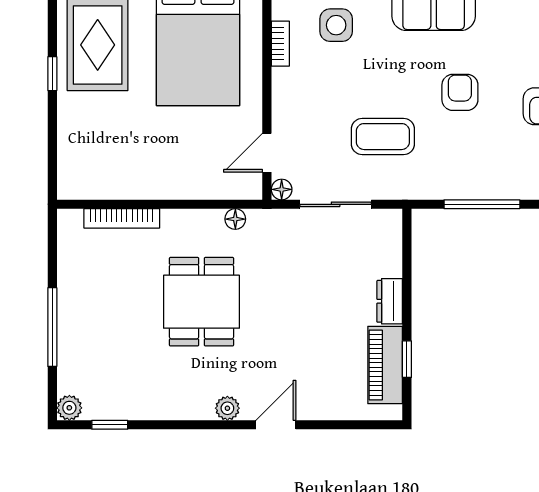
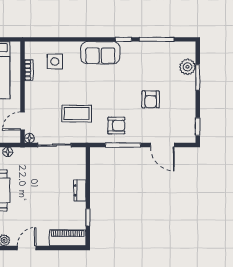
armchair: (460, 92) -> (116, 126), moved, turned 90
piano: (385, 365) -> (68, 238), moved, turned 90

